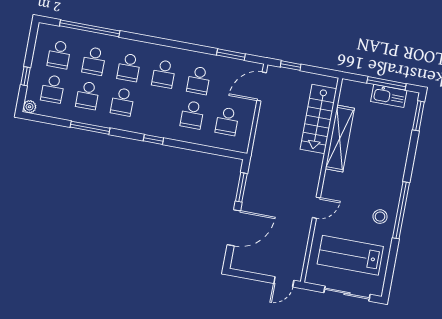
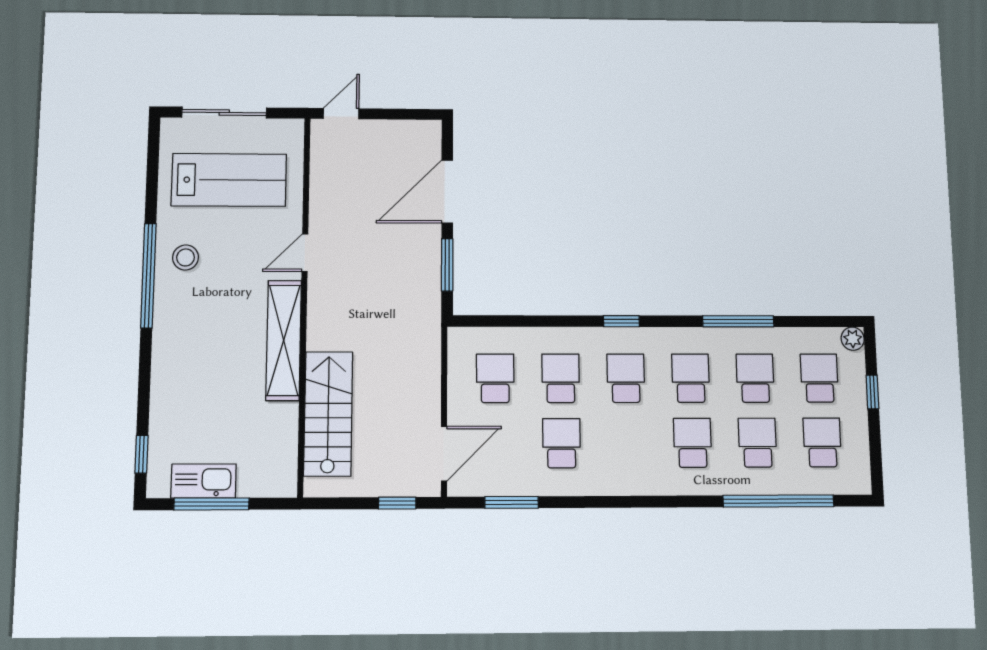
school desk: (164, 74) -> (626, 378), moved
window: (418, 116) -> (141, 454), width x0.67
shelving: (340, 138) -> (284, 340), moved

